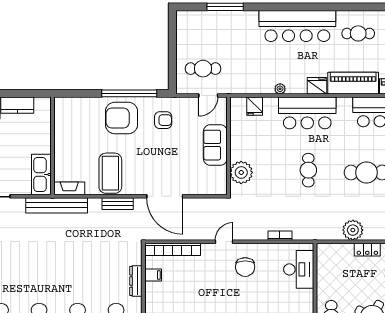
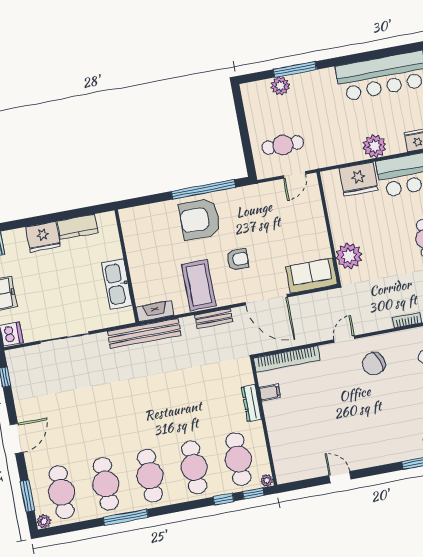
plant: (210, 18) -> (280, 86), added
plant: (280, 89) -> (374, 146), width x1.88, depth x1.88
fridge: (255, 106) -> (359, 179), width x1.88, depth x1.34
armchair: (163, 120) -> (238, 259), moved
sofa: (215, 145) -> (312, 276), moved, turned 90
kitchen sink: (41, 175) -> (117, 284), moved
chair: (245, 267) -> (374, 364), turned 70

